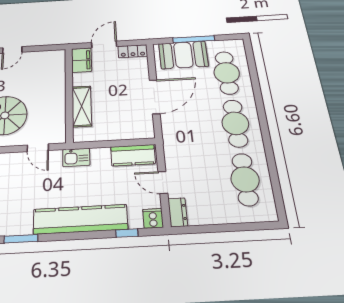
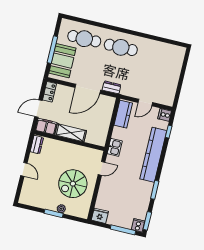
door: (104, 45) -> (38, 109), hinge flipped
dresser: (52, 56) -> (37, 145), added
door: (155, 97) -> (88, 89), swing flipped
shelving: (82, 106) -> (71, 133), moved
cafe table: (245, 179) -> (157, 56), removed
dresser: (178, 212) -> (112, 87), moved

